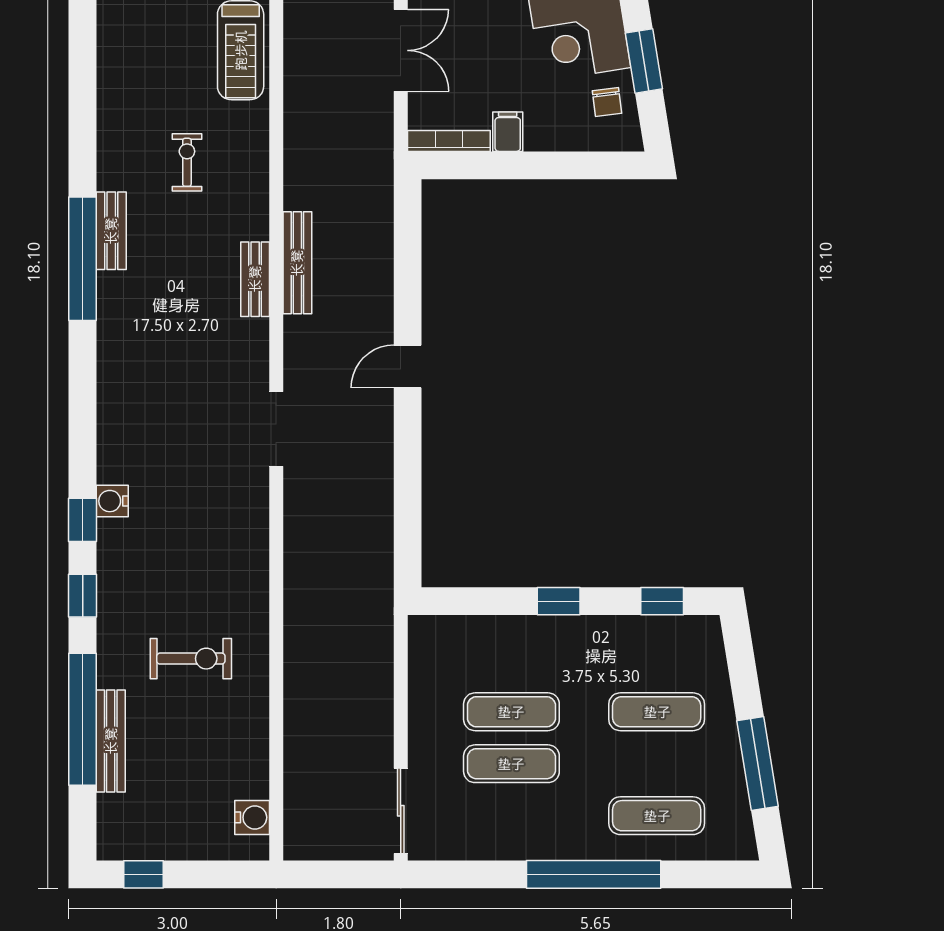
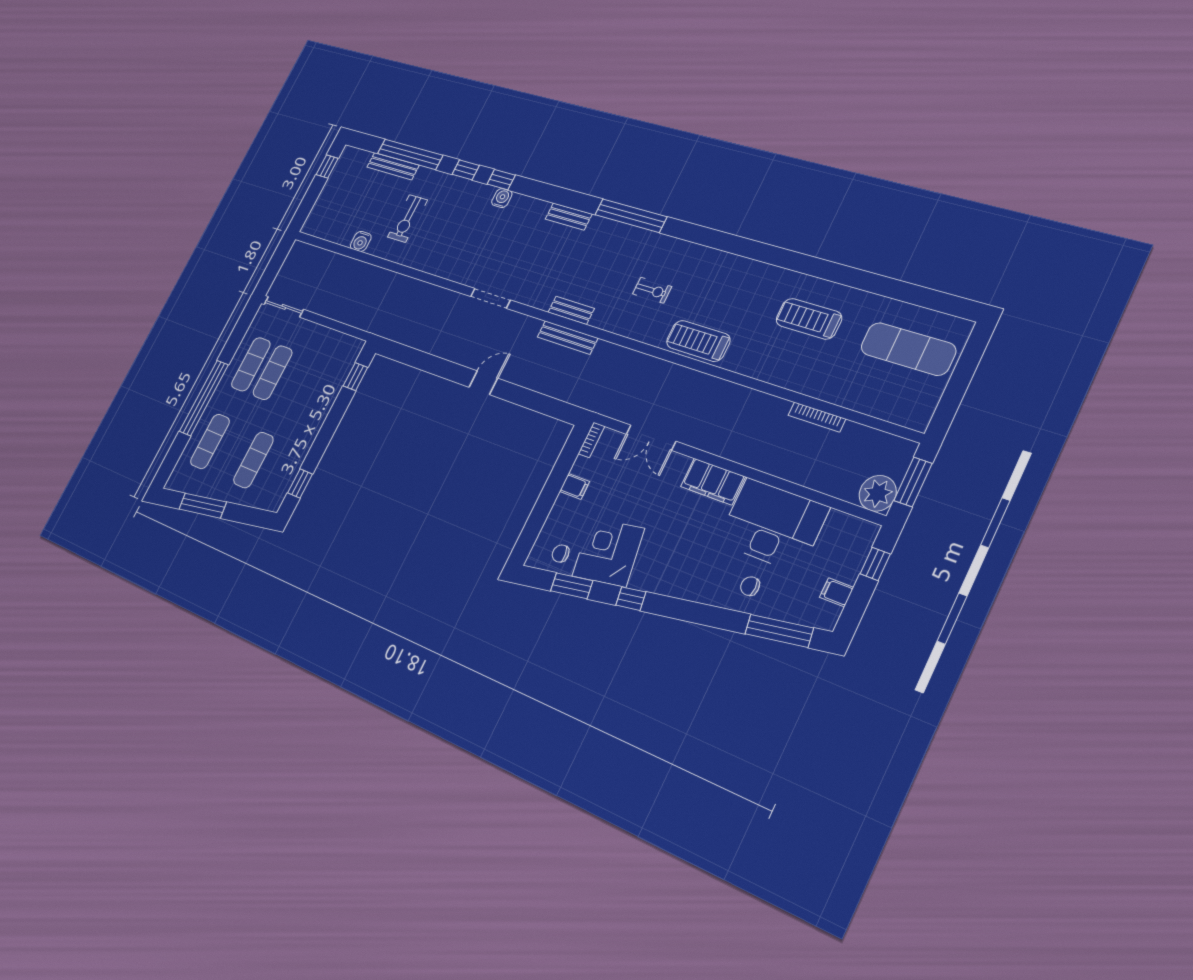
bookcase: (449, 141) -> (591, 440), width x0.64
bench: (111, 231) -> (569, 216), moved
door: (408, 367) -> (483, 383), hinge flipped
window: (559, 601) -> (355, 377), moved
exercise mat: (511, 712) -> (251, 364), moved
water cooler: (252, 817) -> (361, 241), moved

